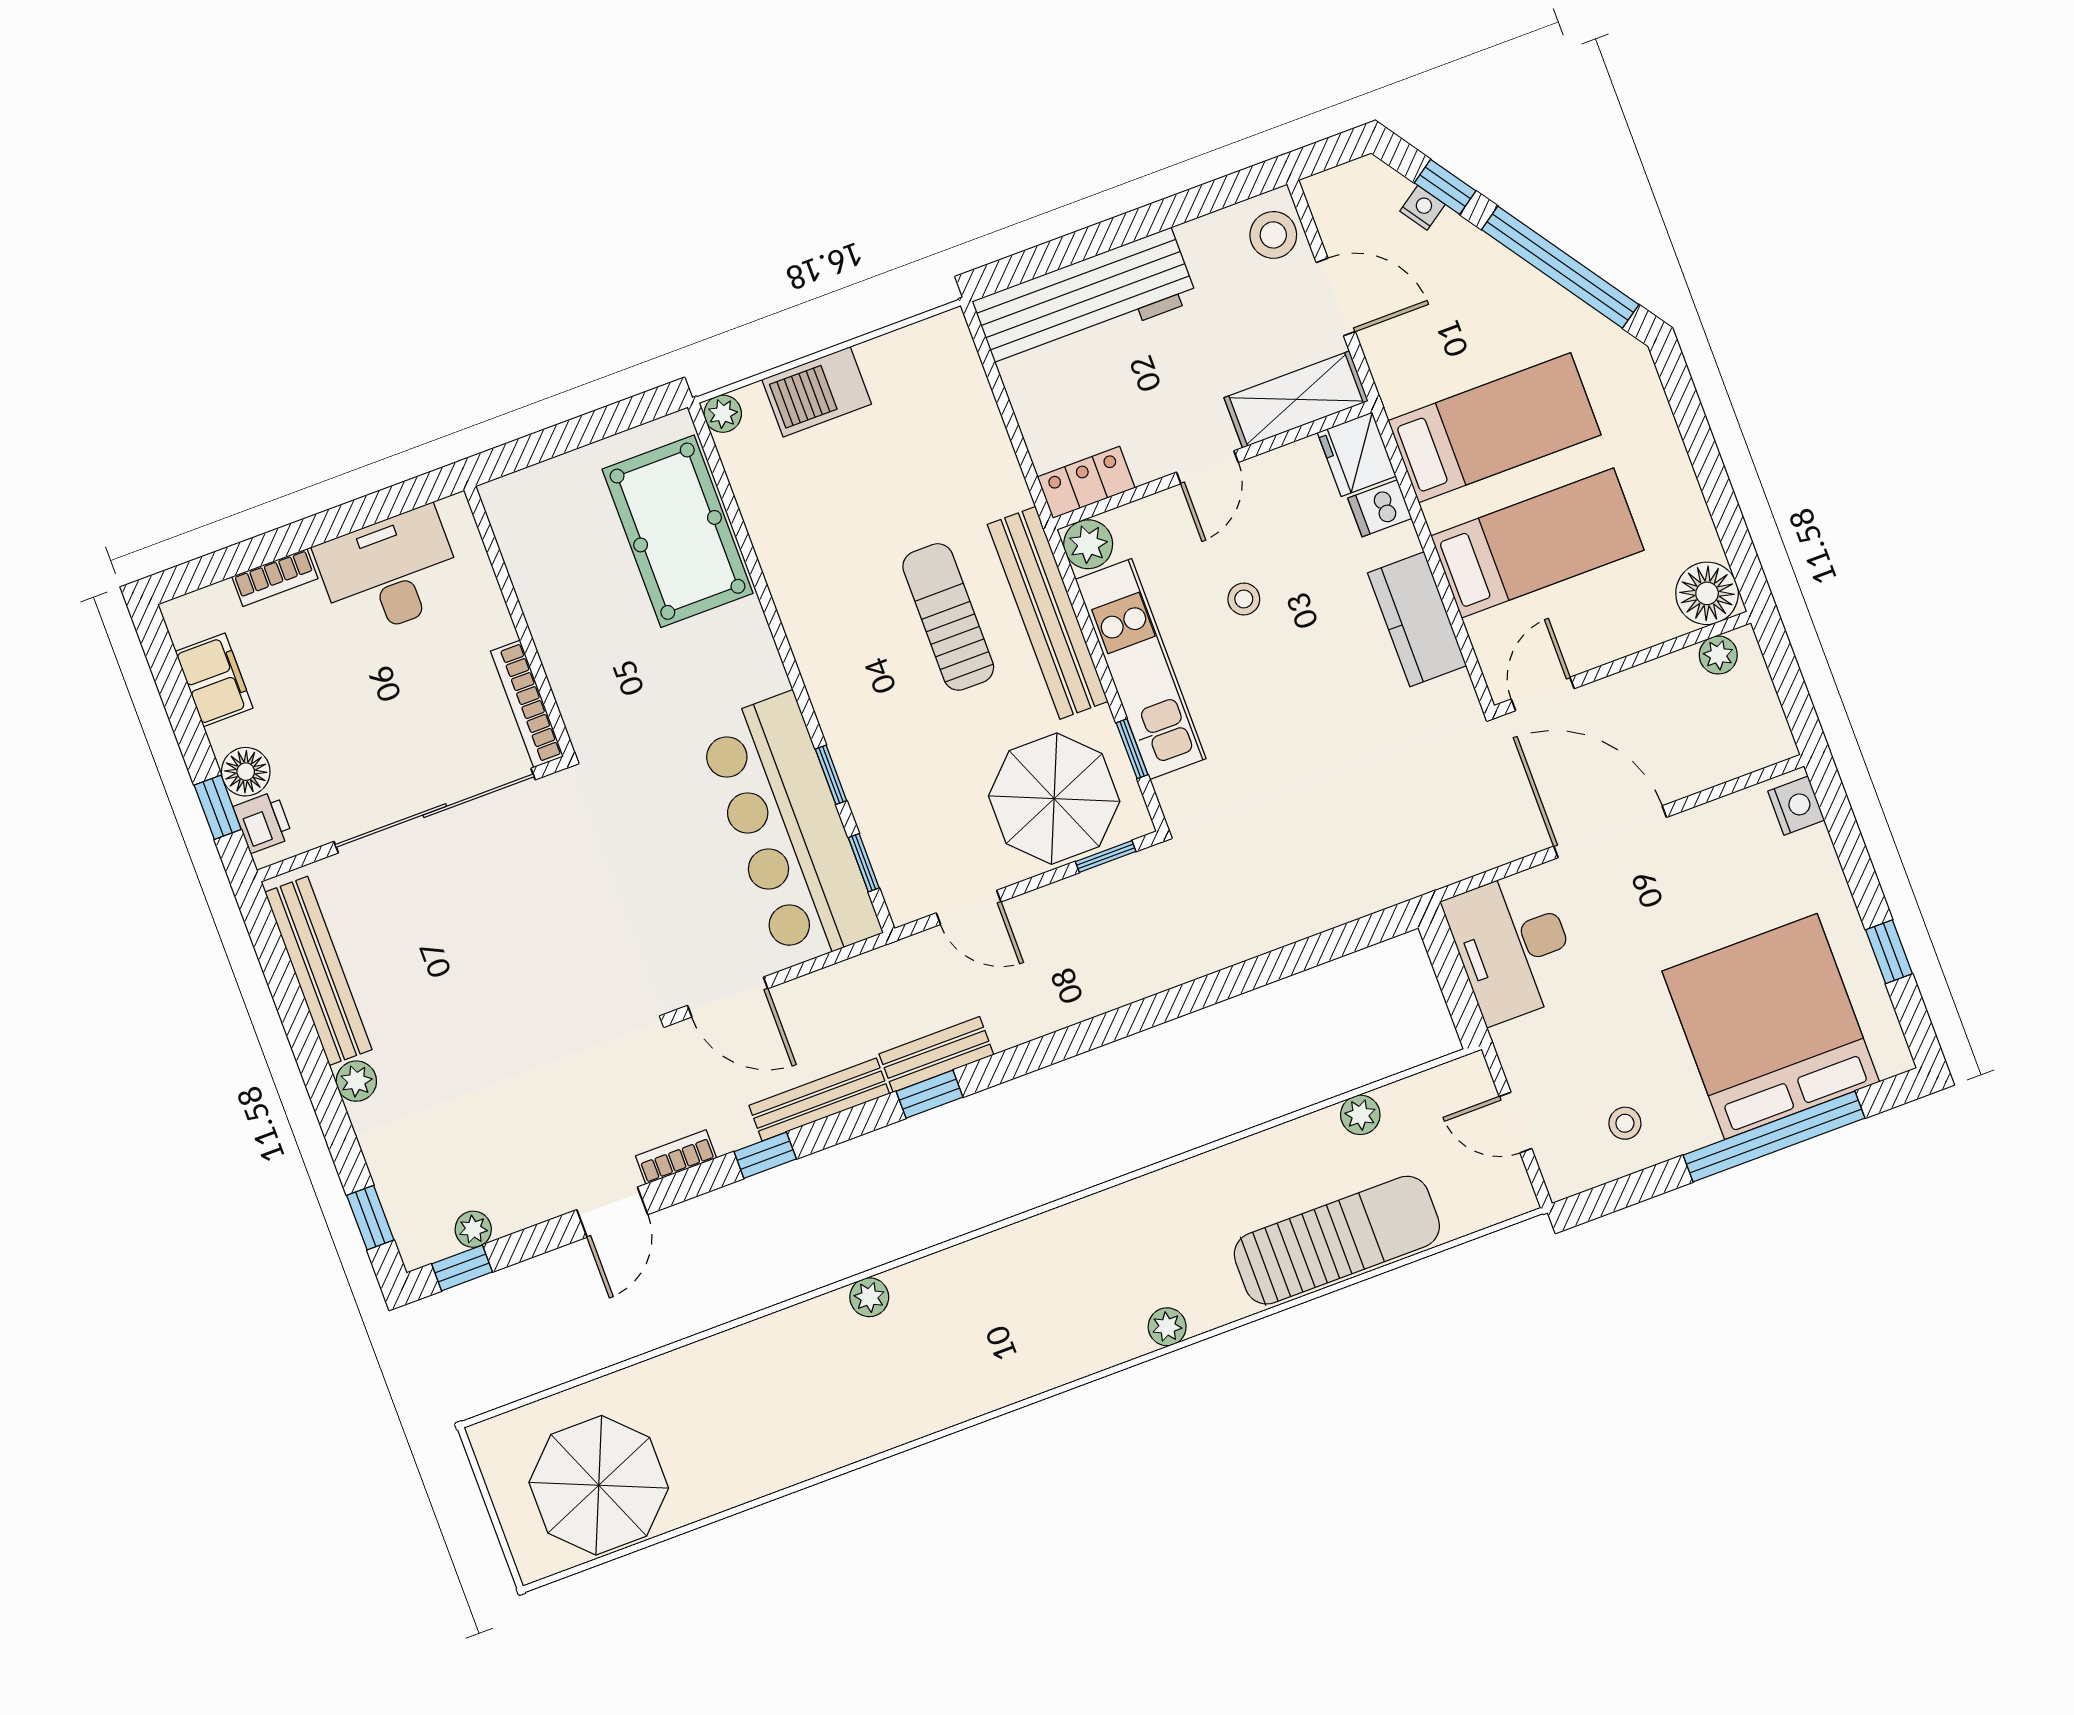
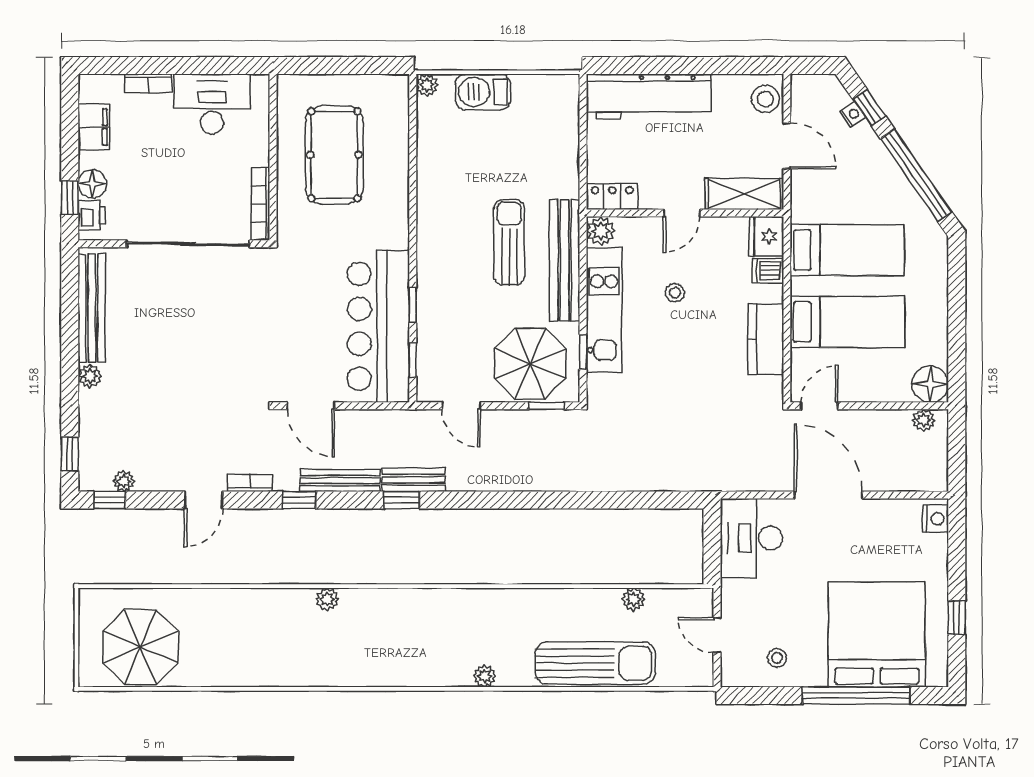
pool table: (678, 531) -> (334, 155), moved

